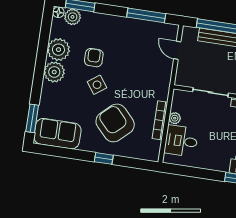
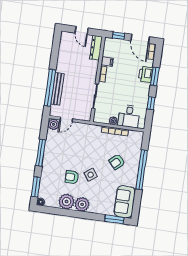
window: (146, 15) -> (41, 153), moved
plant: (73, 17) -> (53, 124), moved
armchair: (115, 123) -> (117, 162), width x0.53, depth x0.53
window: (104, 158) -> (142, 170), width x3.17
window: (200, 173) -> (151, 103), added

